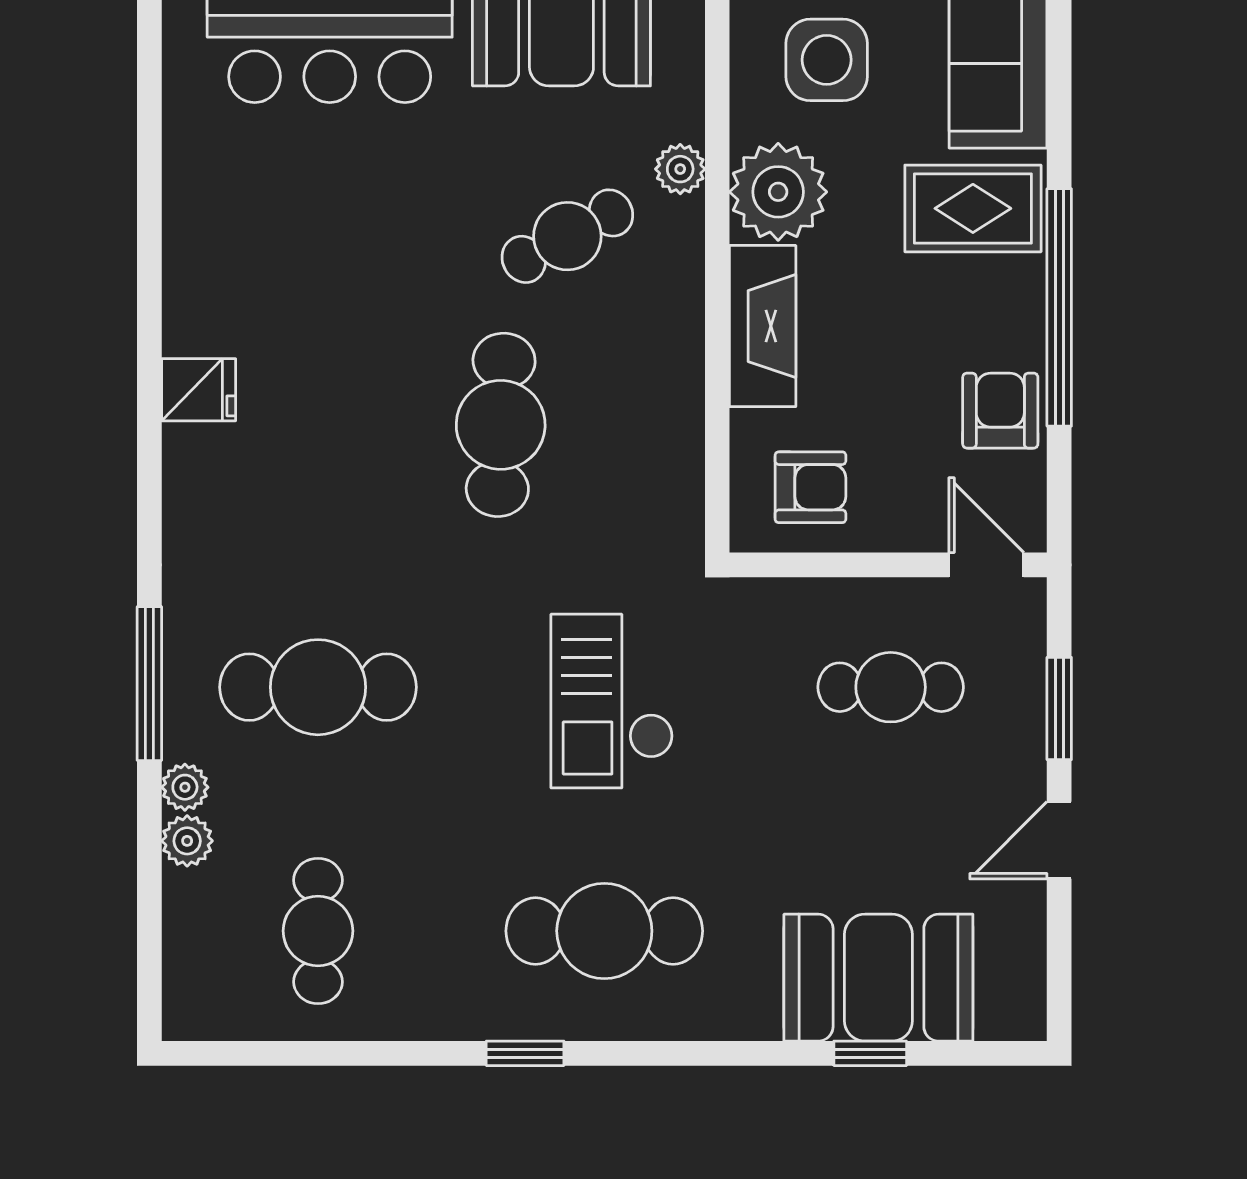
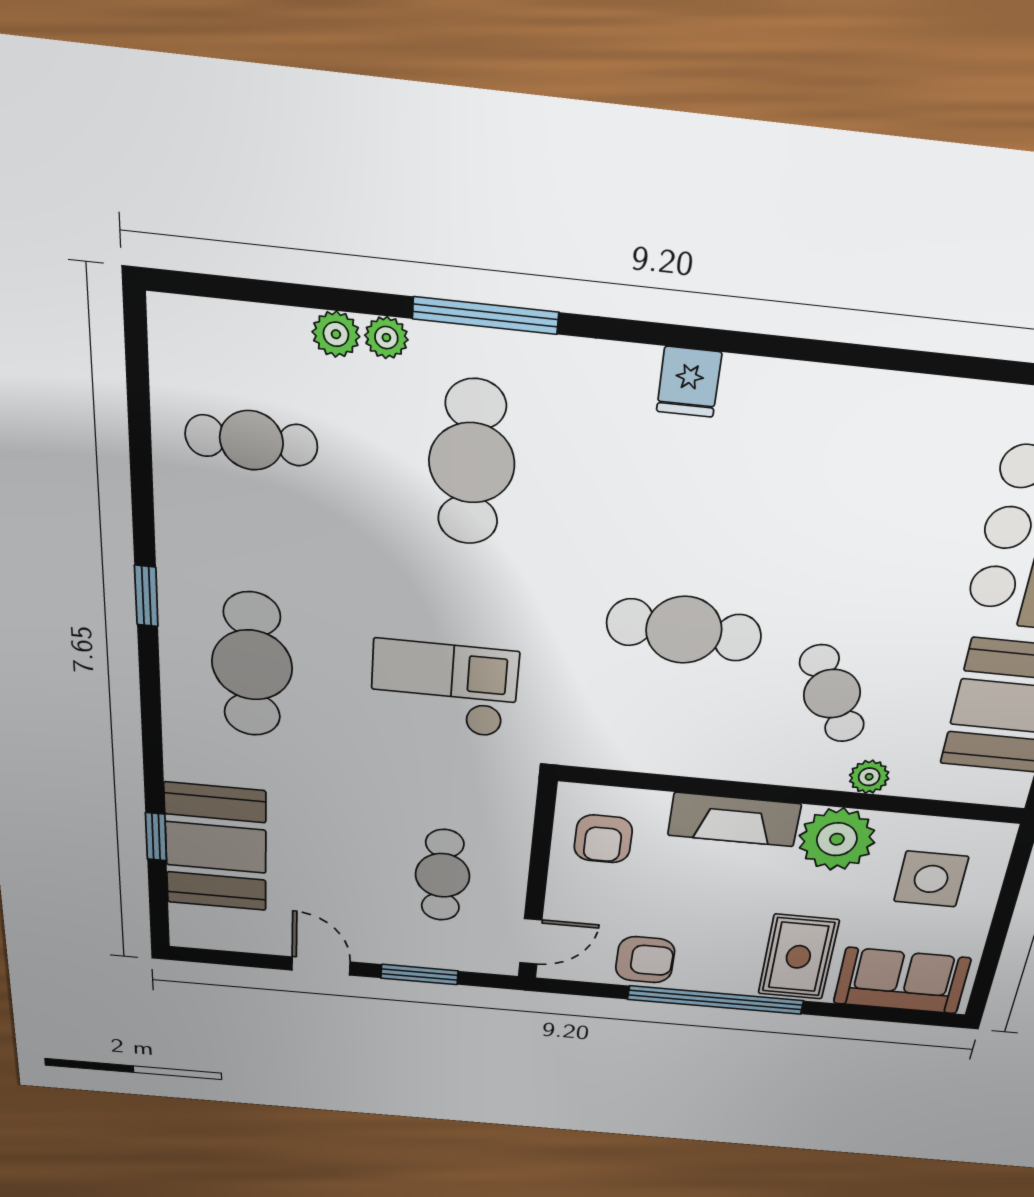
fridge: (199, 390) -> (689, 382), moved

